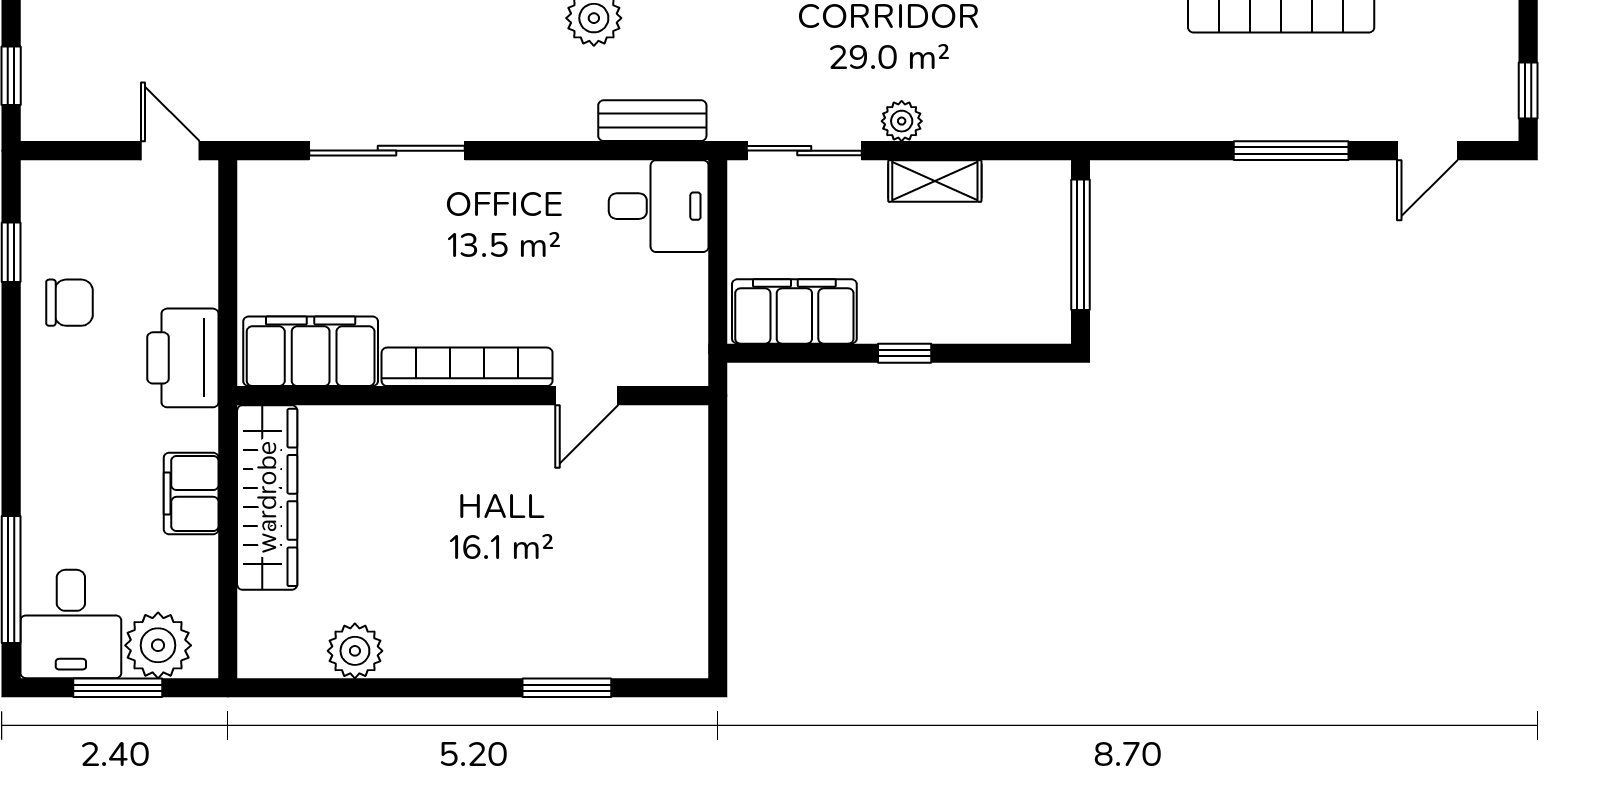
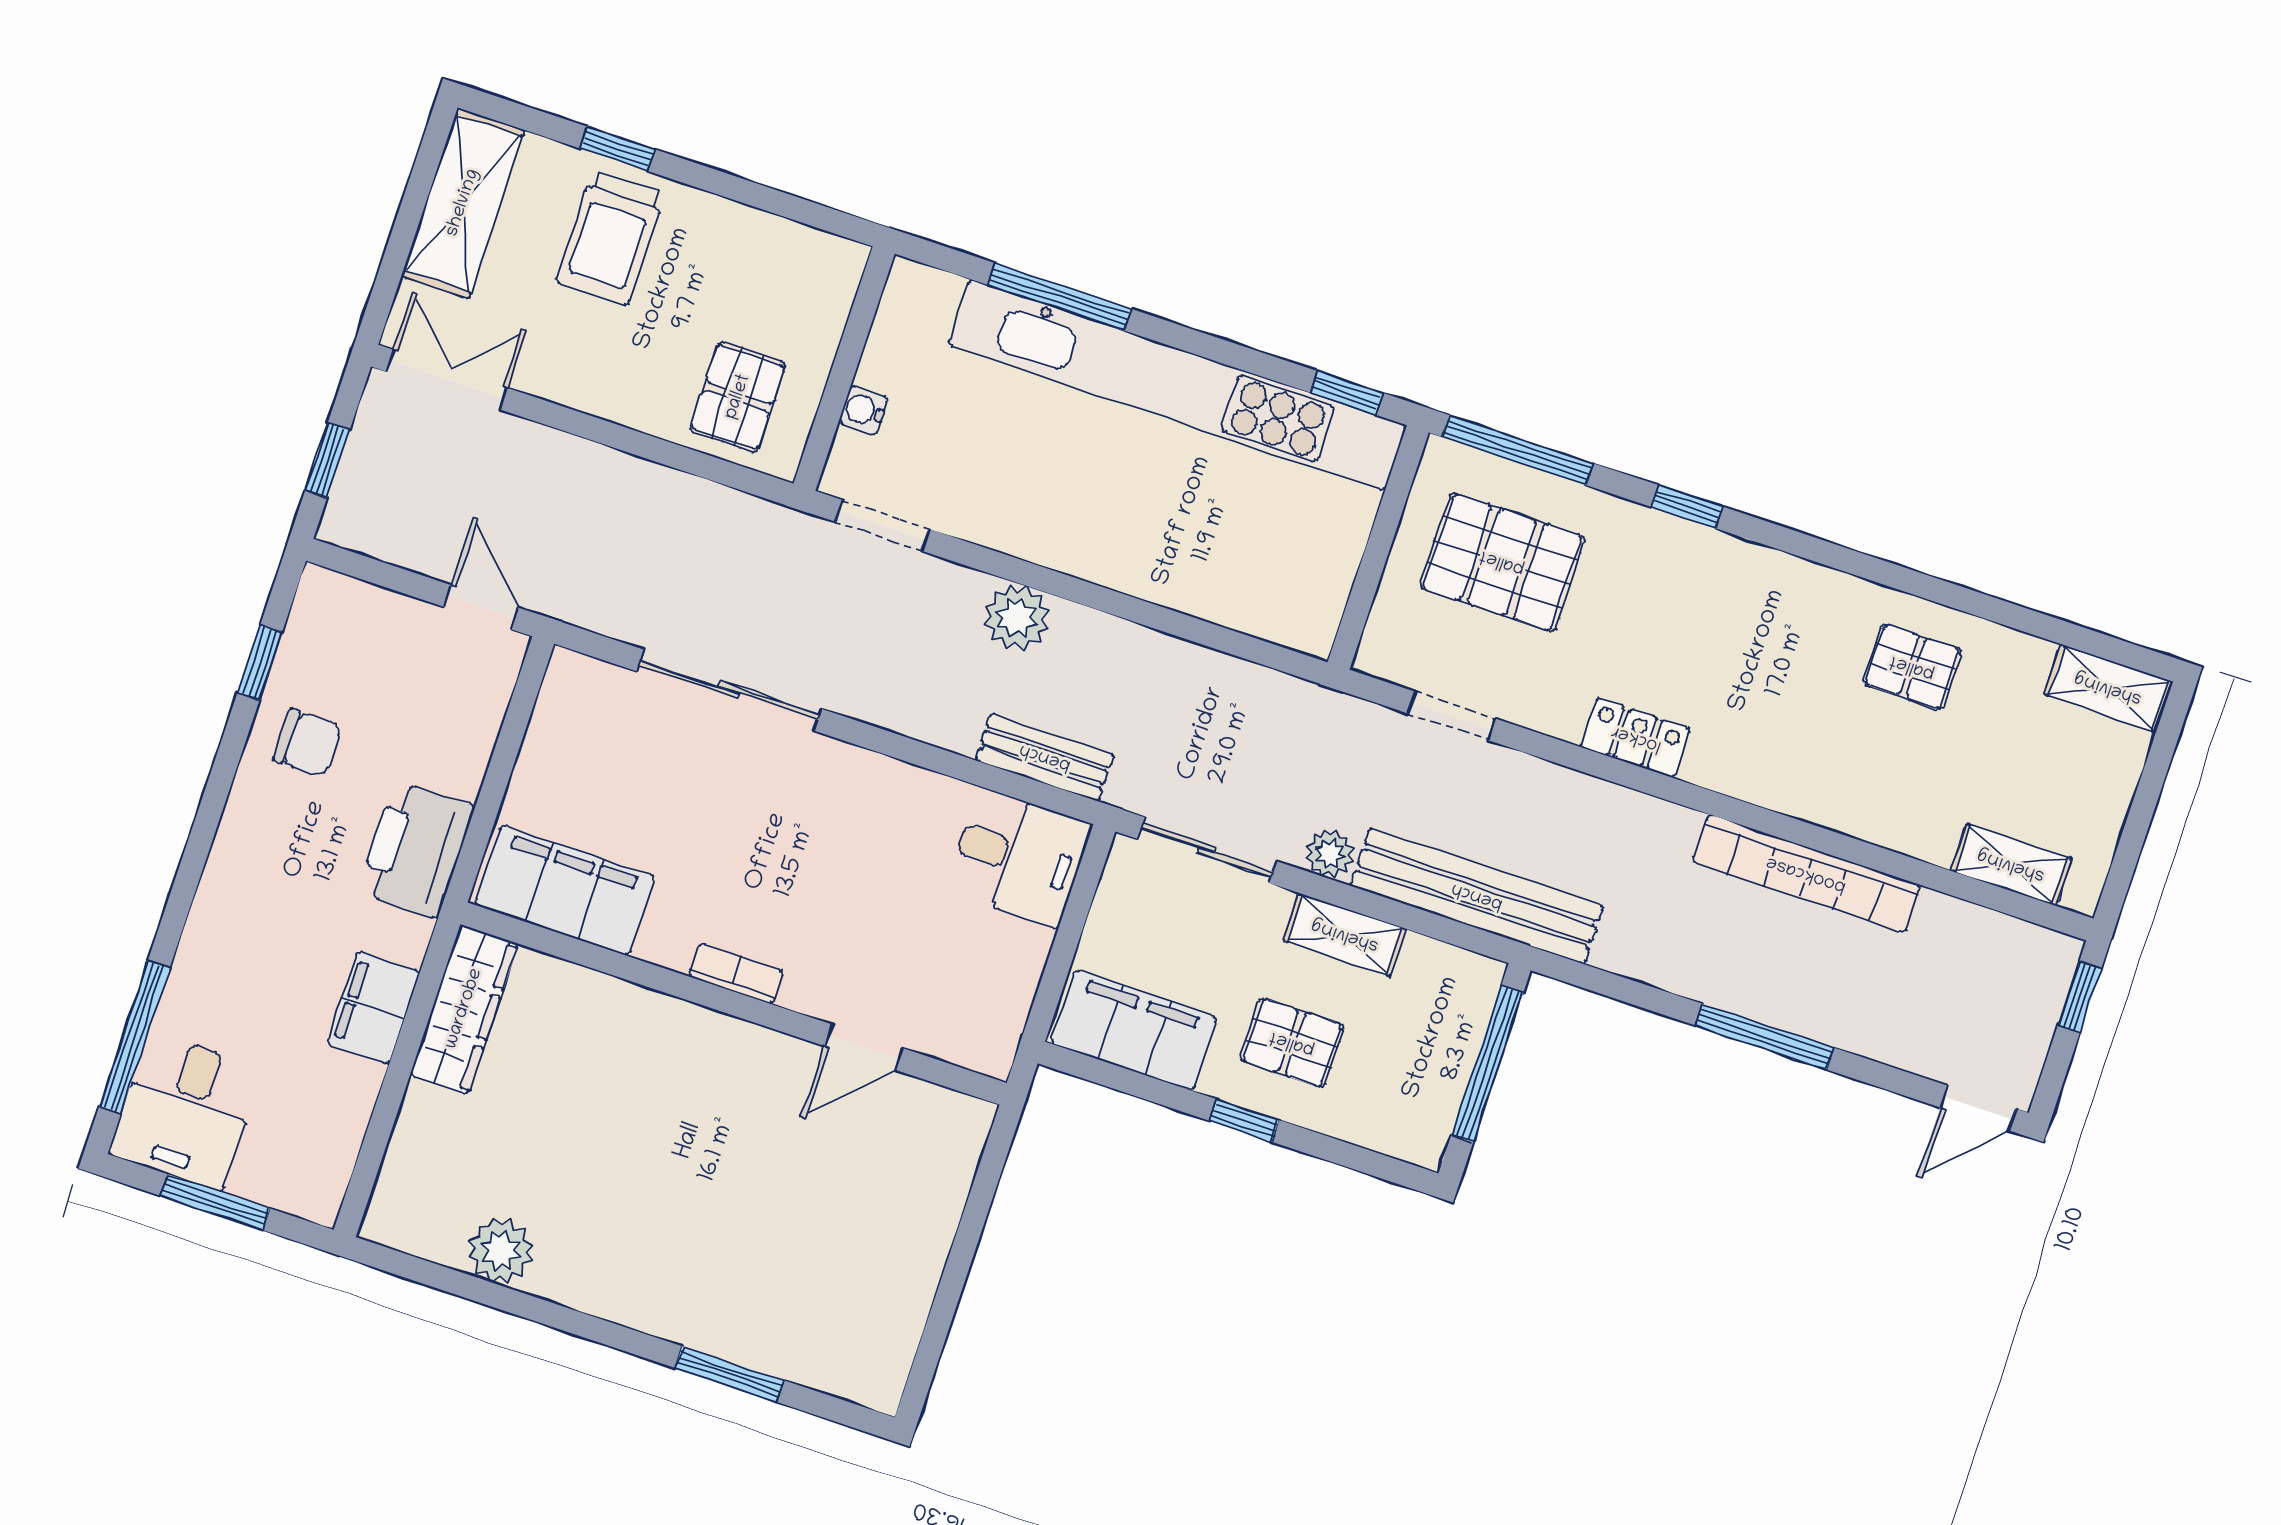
window: (1528, 90) -> (2080, 997), moved
bench: (1028, 116) -> (1477, 896), added
door: (1427, 151) -> (1978, 1108), moved
pallet: (922, 280) -> (1292, 1043), added
bookcase: (467, 367) -> (736, 974), width x0.43, depth x0.76
wardrobe: (267, 497) -> (464, 1009), width x0.71, depth x0.85
plant: (158, 645) -> (277, 1169), removed

